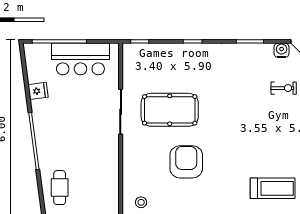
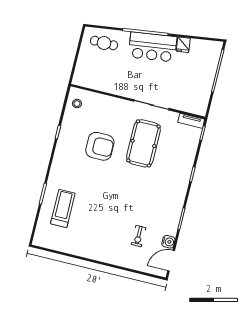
bar counter: (80, 59) -> (153, 47), moved, turned -98
tv unit: (128, 59) -> (191, 121), added
treadmill: (273, 188) -> (63, 208), turned 180

